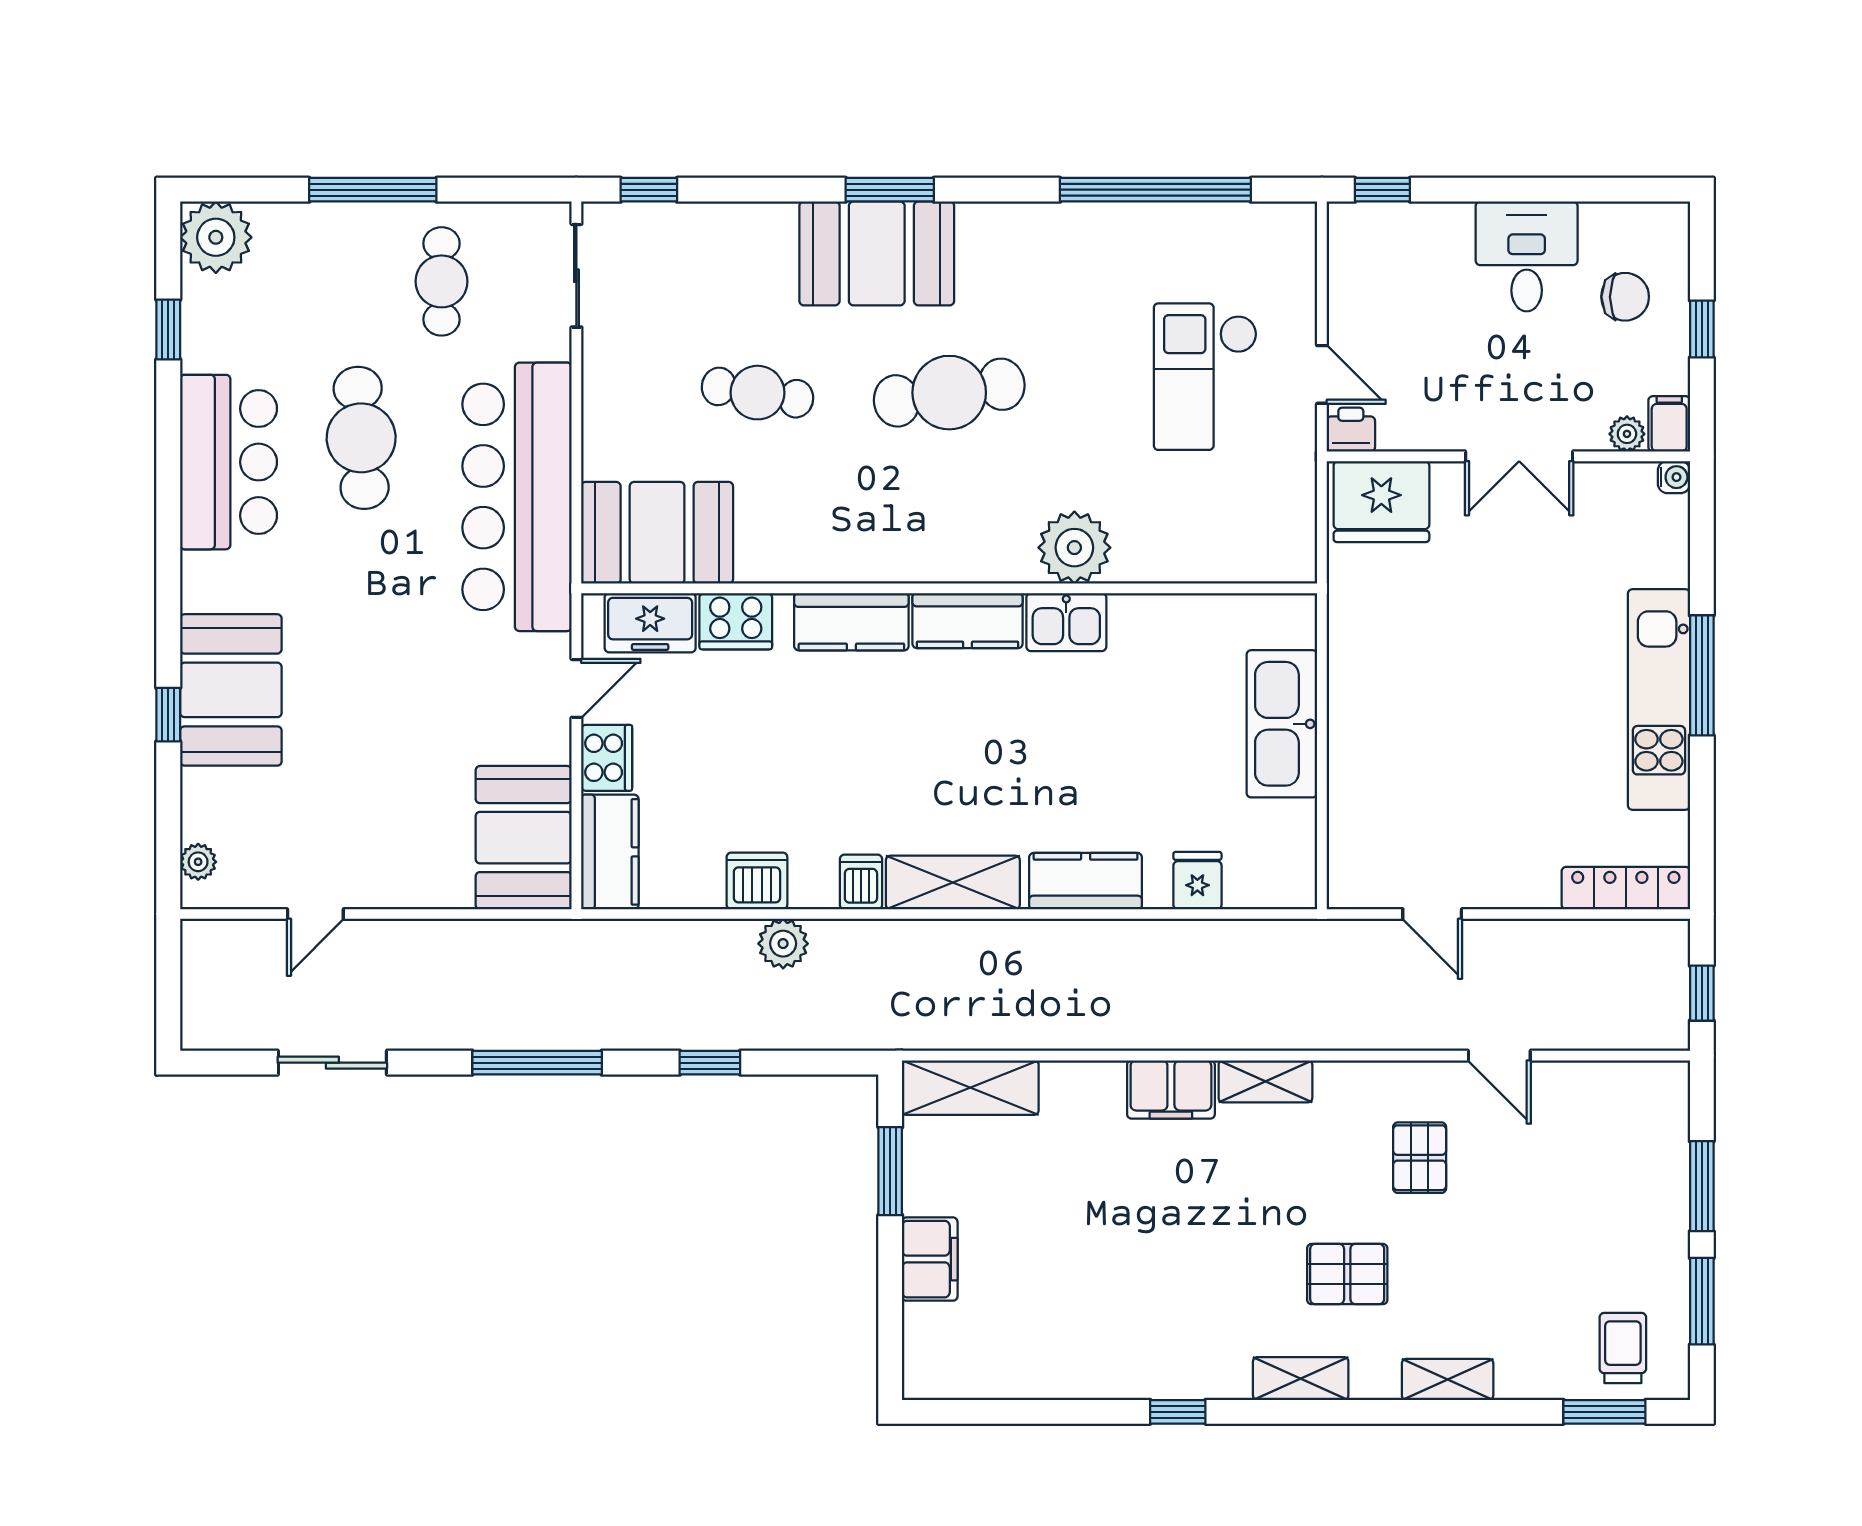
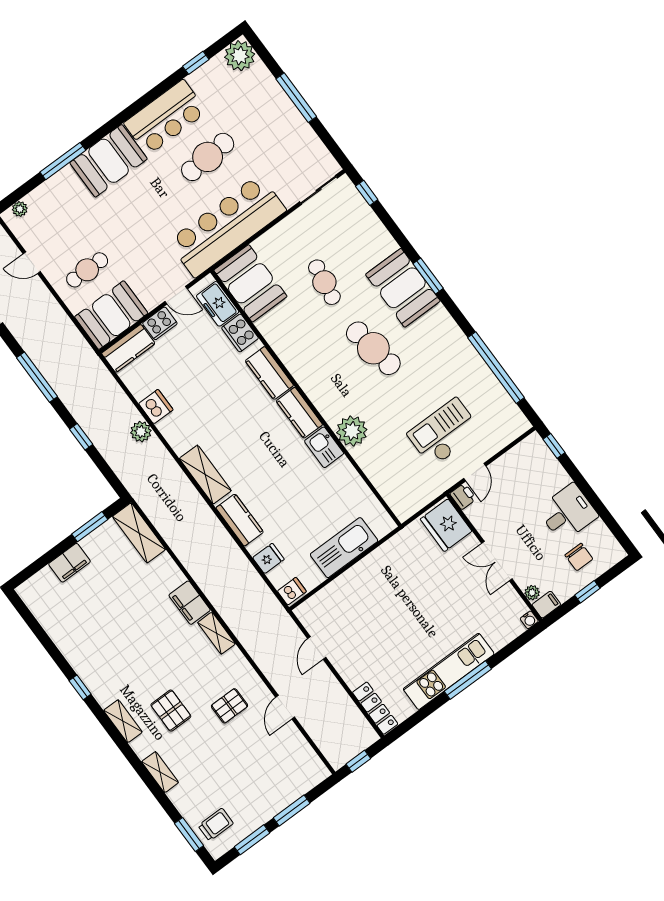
cafe table: (442, 281) -> (87, 270), moved
booth: (231, 690) -> (109, 161), moved
window: (168, 715) -> (63, 161), width x2.17
dishwasher: (861, 882) -> (292, 591), moved

